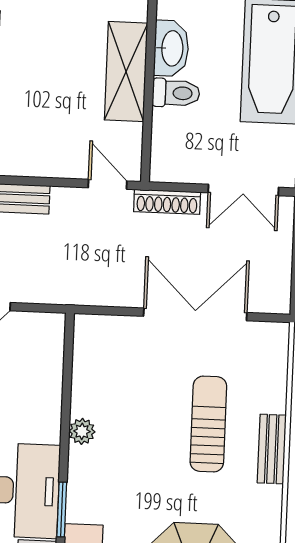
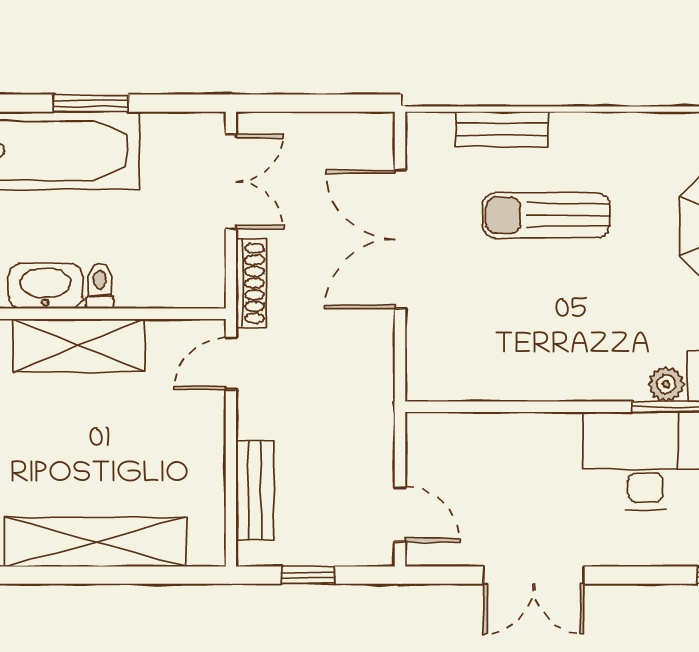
toilet: (176, 93) -> (100, 286), width x0.73, depth x0.72
plant: (82, 431) -> (666, 384), moved
bench: (272, 449) -> (502, 129), moved

